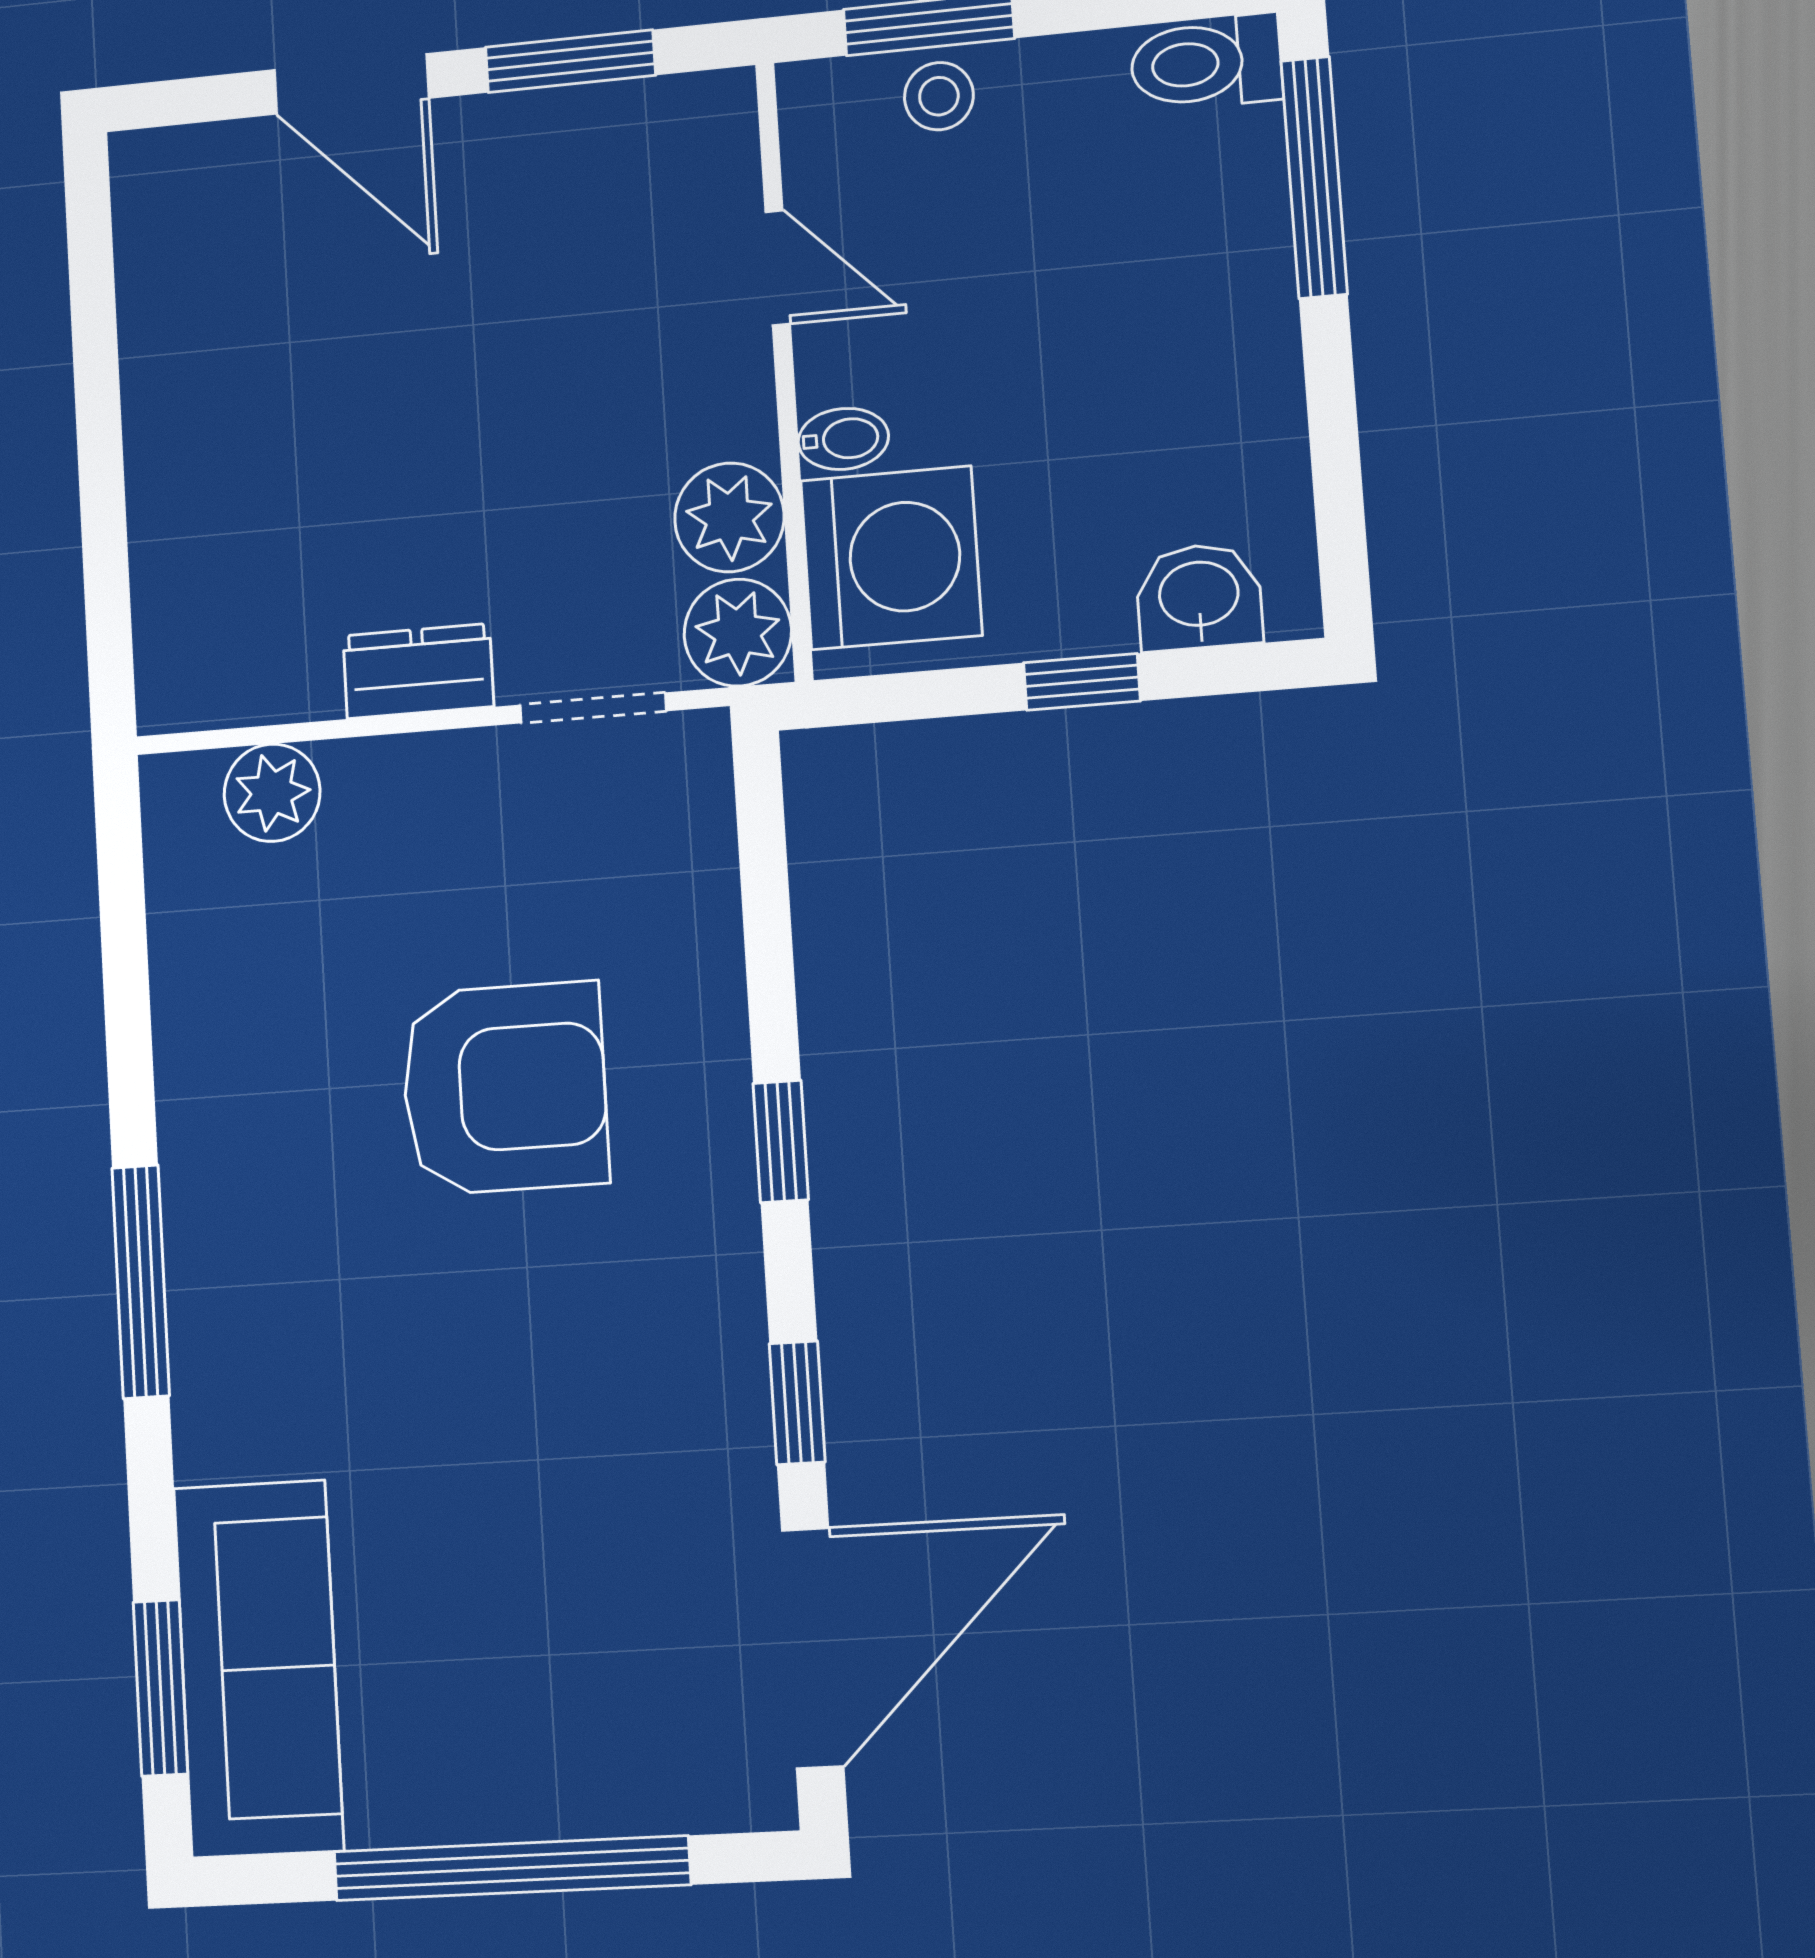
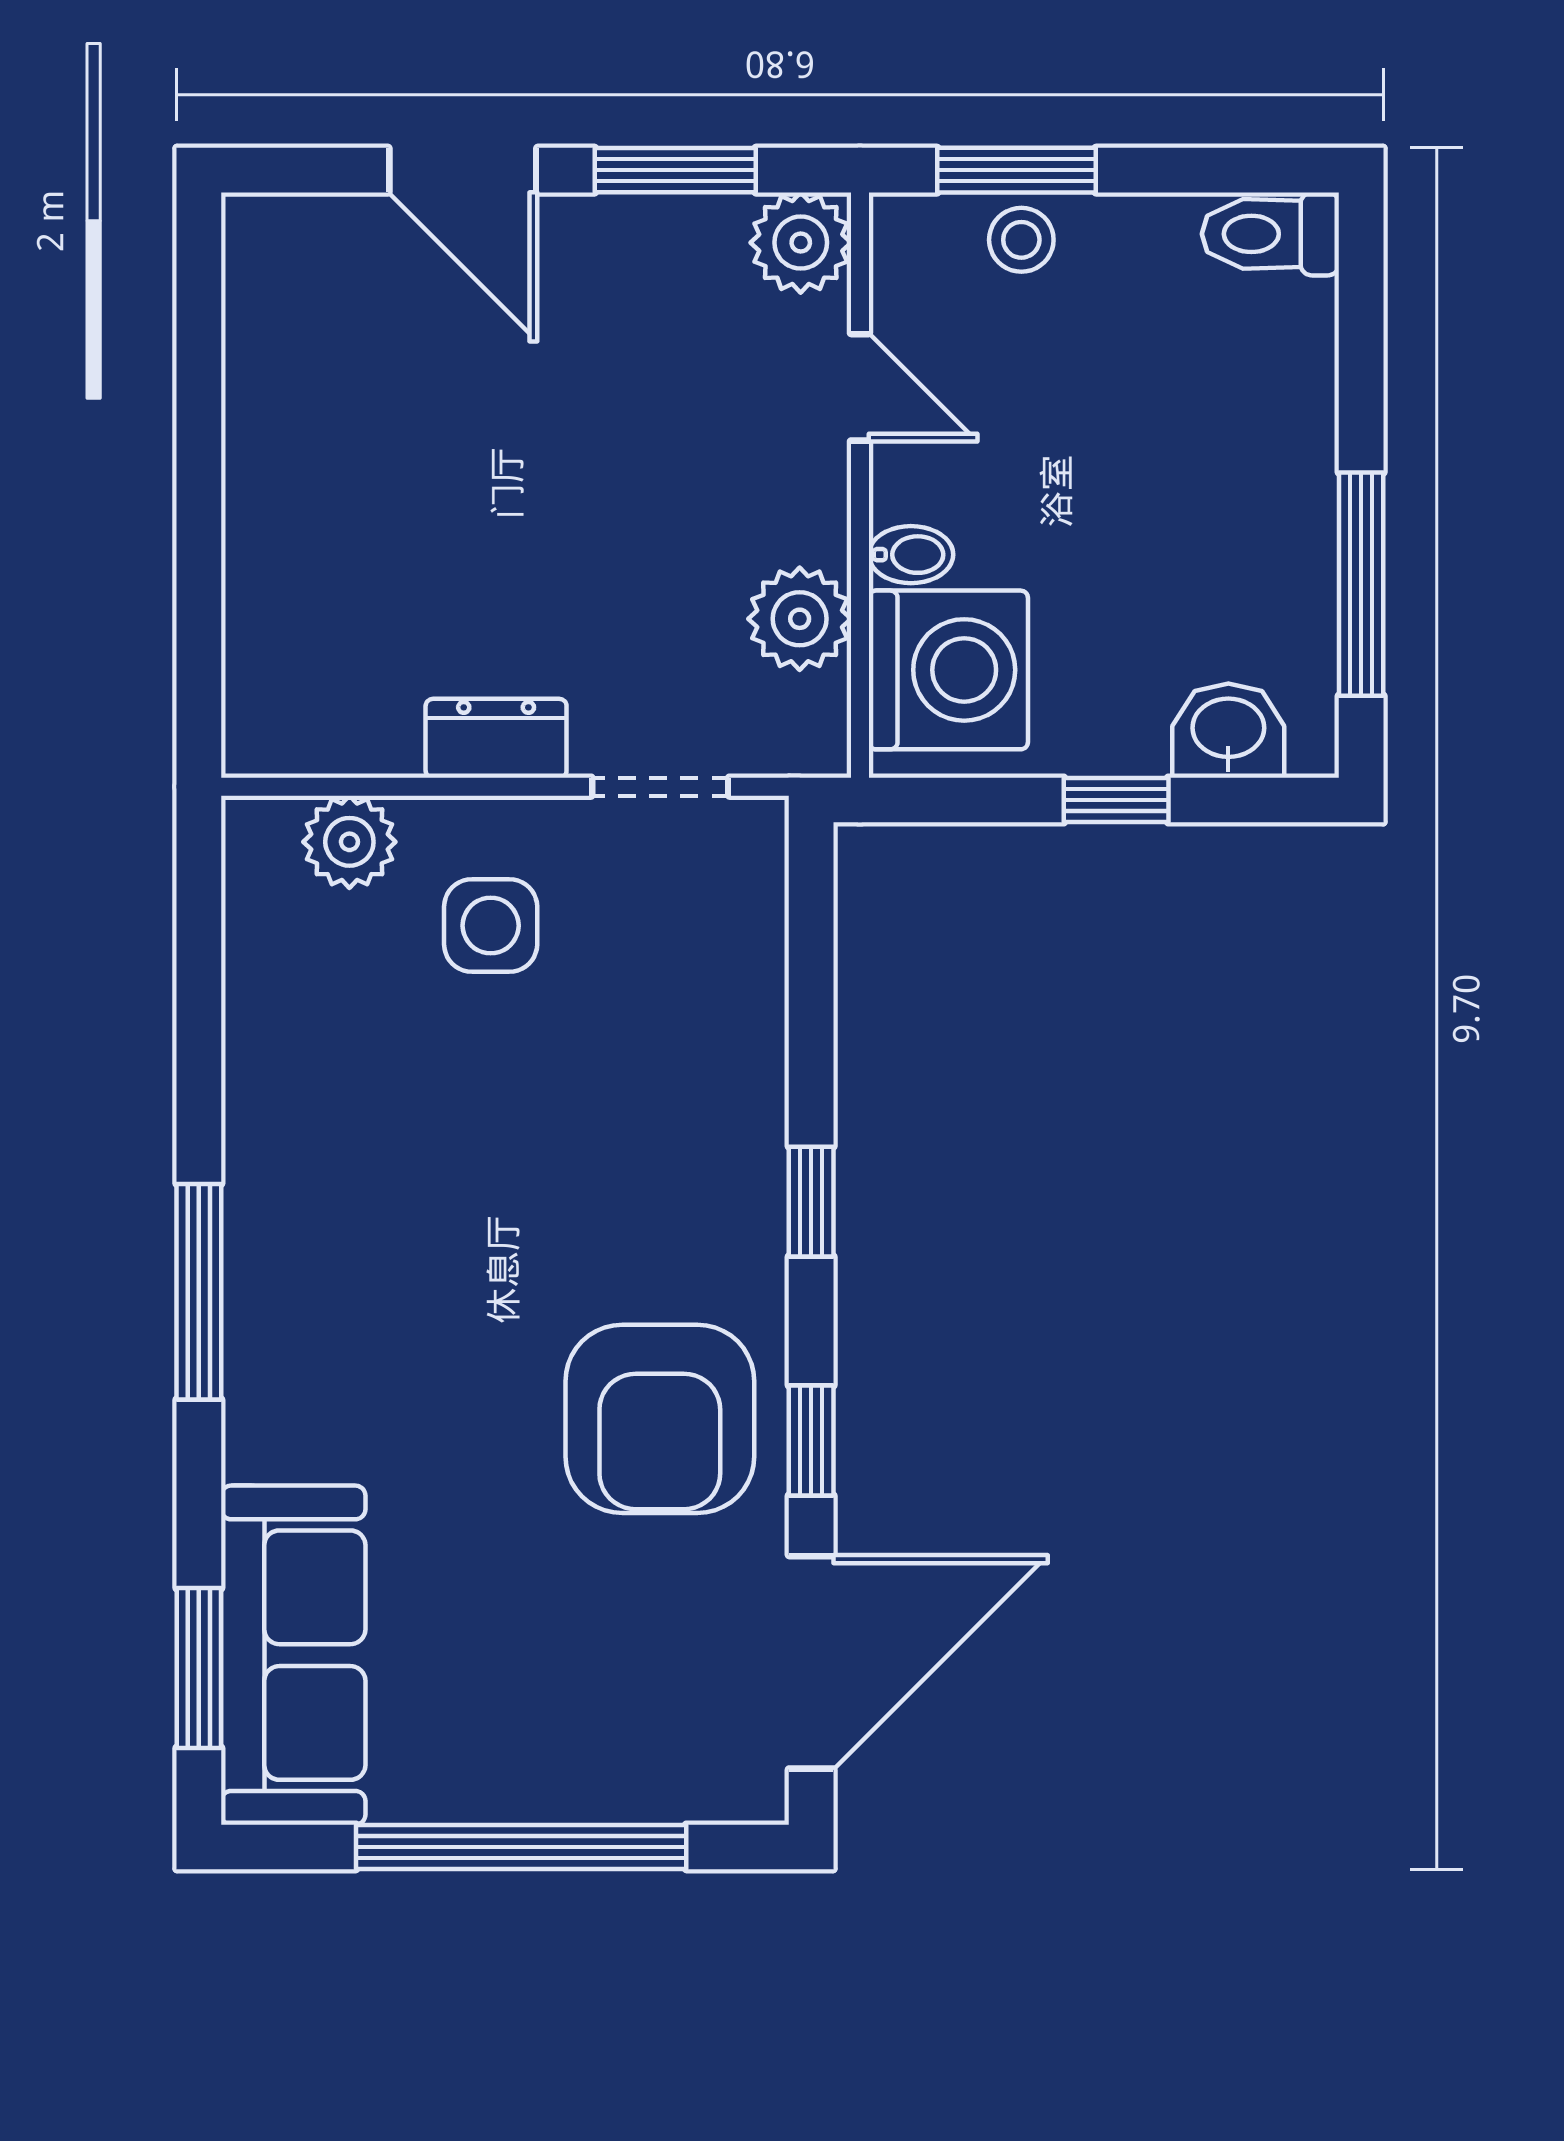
window: (1314, 177) -> (1361, 584), moved
plant: (738, 633) -> (801, 243), moved
side table: (424, 870) -> (491, 926), added
armchair: (505, 1088) -> (660, 1419), moved, turned 90

